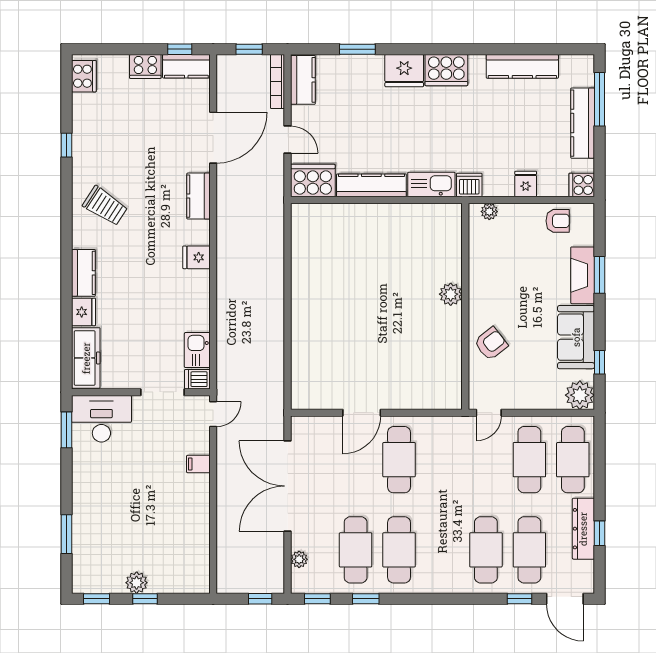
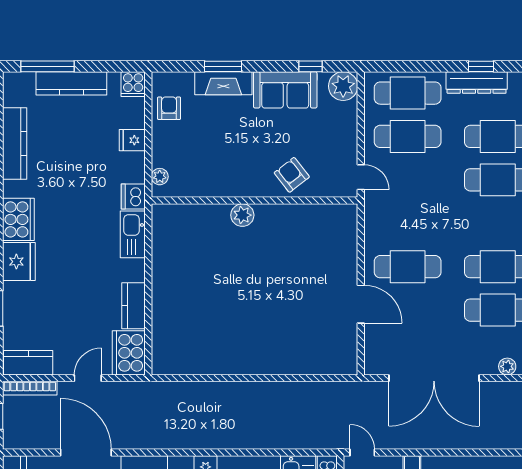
kitchen counter: (371, 185) -> (134, 306), width x0.67

